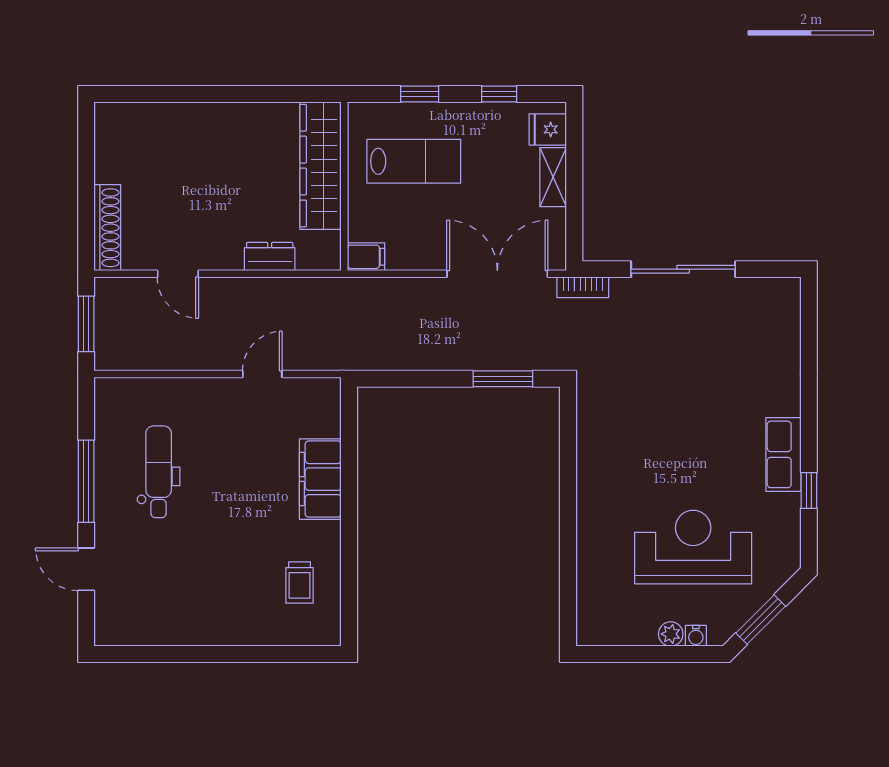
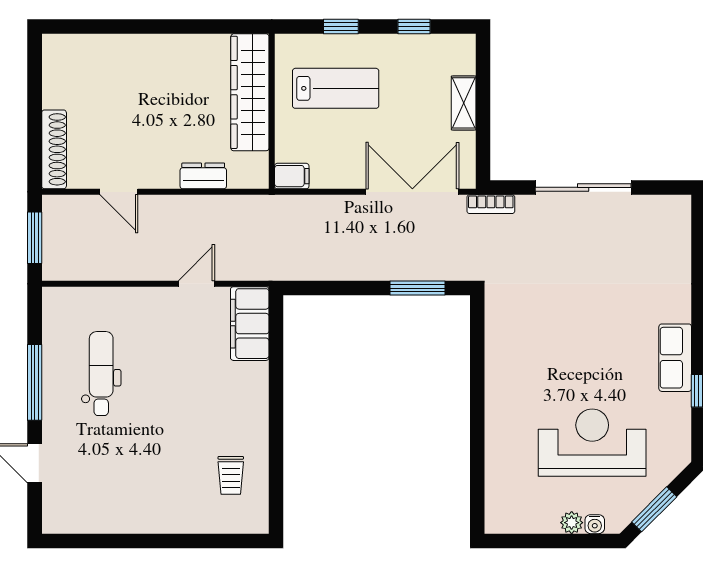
fridge: (548, 129) -> (459, 59), removed
filing cabinet: (320, 479) -> (250, 324), moved

